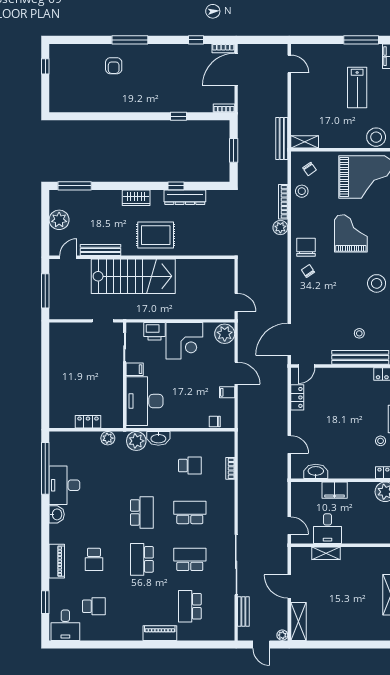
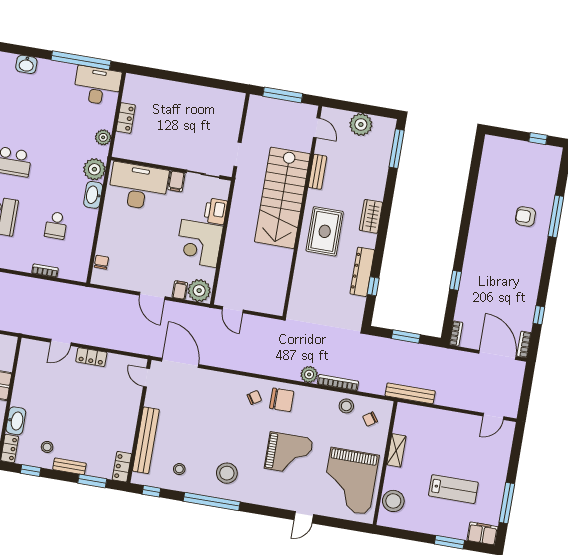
window: (130, 40) -> (556, 216), moved
lab bench: (357, 87) -> (453, 489), turned 180
shelving: (305, 142) -> (396, 450), moved
window: (176, 186) -> (373, 286), moved
bench: (101, 250) -> (317, 172), width x0.73
door: (236, 302) -> (233, 310), hinge flipped
stool: (359, 333) -> (179, 469), moved
door: (236, 373) -> (152, 296), hinge flipped
filing cabinet: (227, 392) -> (180, 290), moved
locker: (297, 397) -> (91, 357), moved
washbasin: (316, 471) -> (16, 421), moved
desk: (64, 485) -> (97, 86), moved

